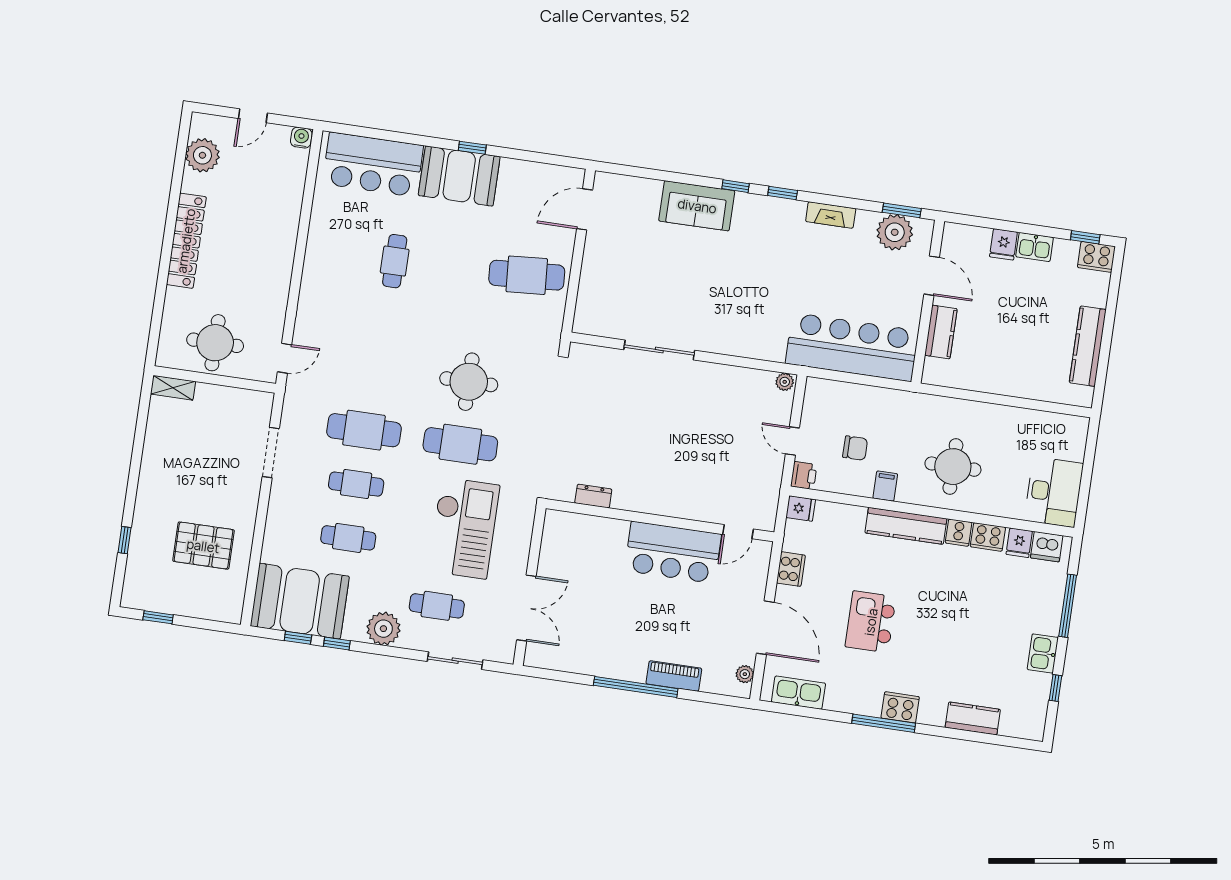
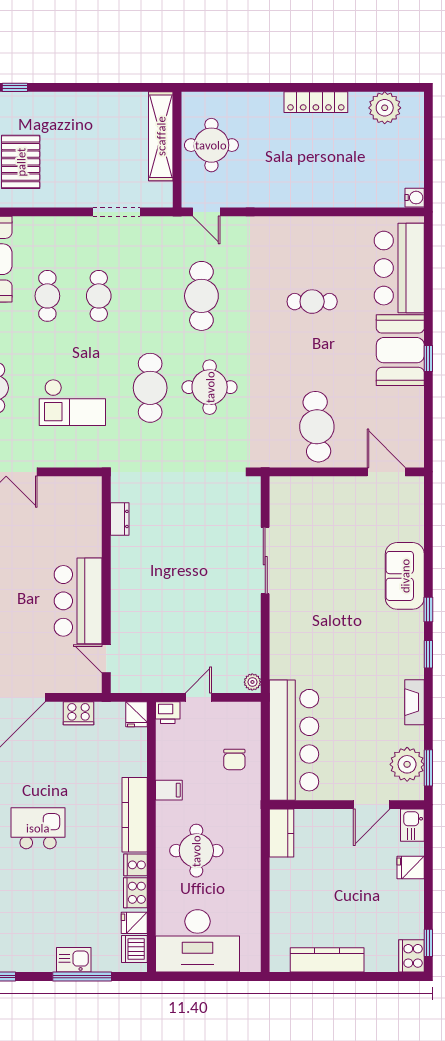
door: (253, 116) -> (428, 149), removed
locker: (186, 241) -> (316, 102), width x0.71, depth x0.83
kitchen sink: (1035, 247) -> (412, 825), moved
kitchen counter: (941, 332) -> (282, 833), moved, turned -90
shelving: (173, 388) -> (161, 136), width x2.20, depth x1.33
cafe table: (364, 430) -> (201, 296), moved
chair: (855, 448) -> (234, 760), moved
desk: (1054, 492) -> (198, 941), width x1.36, depth x1.30
checkout: (464, 528) -> (72, 402), width x0.73, depth x0.83
kitchen island: (871, 622) -> (38, 828), moved
kitchen sink: (1043, 653) -> (74, 960), moved

